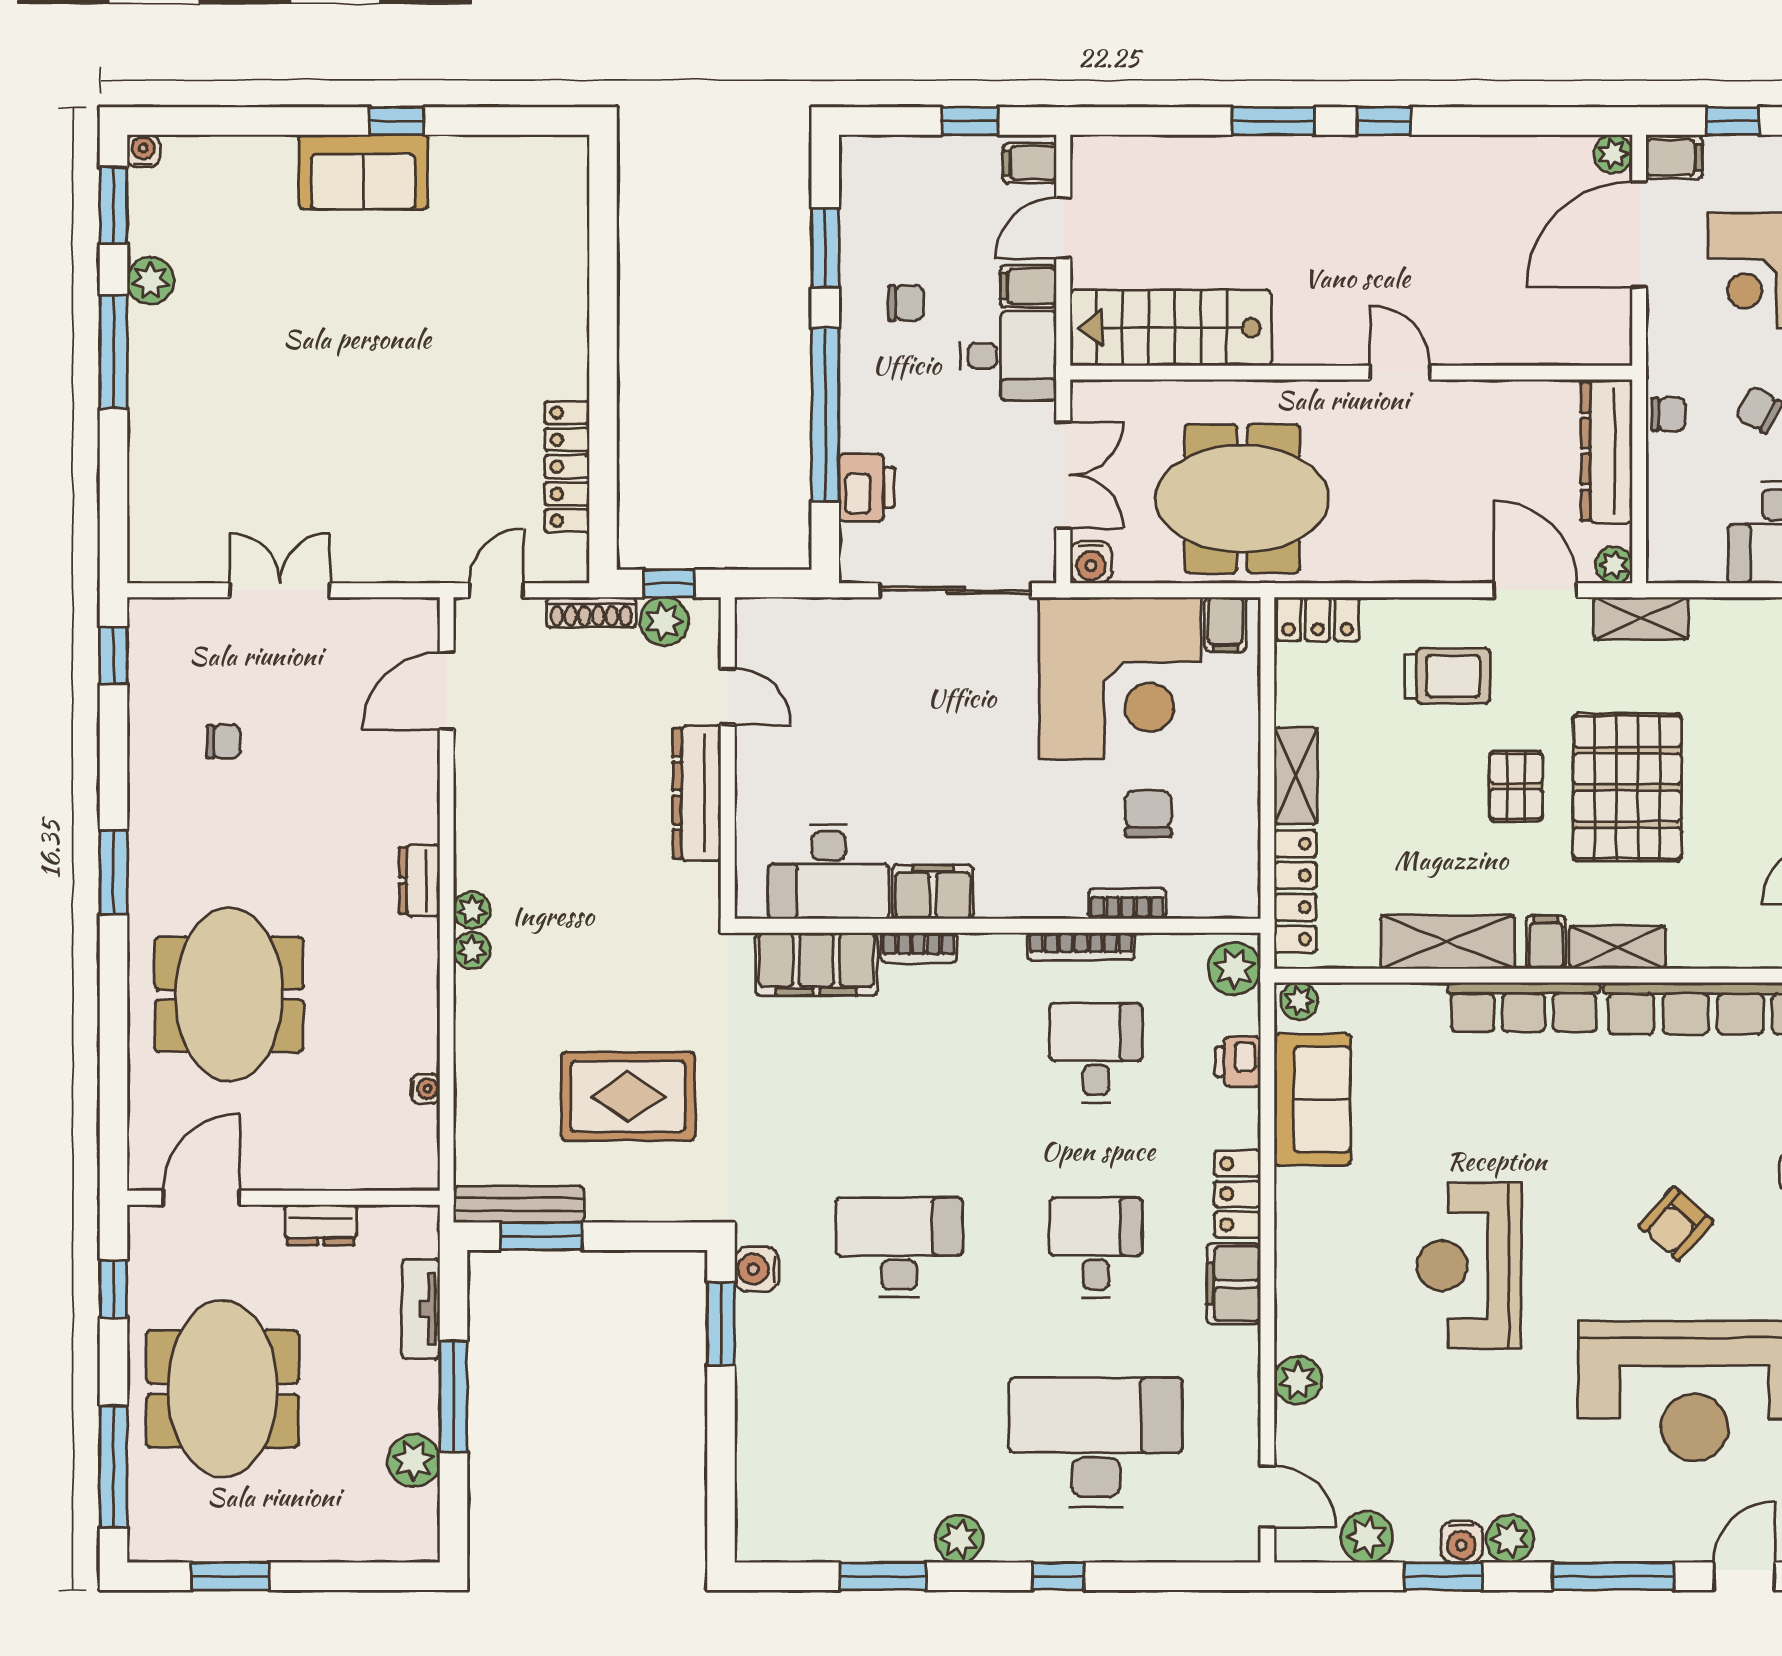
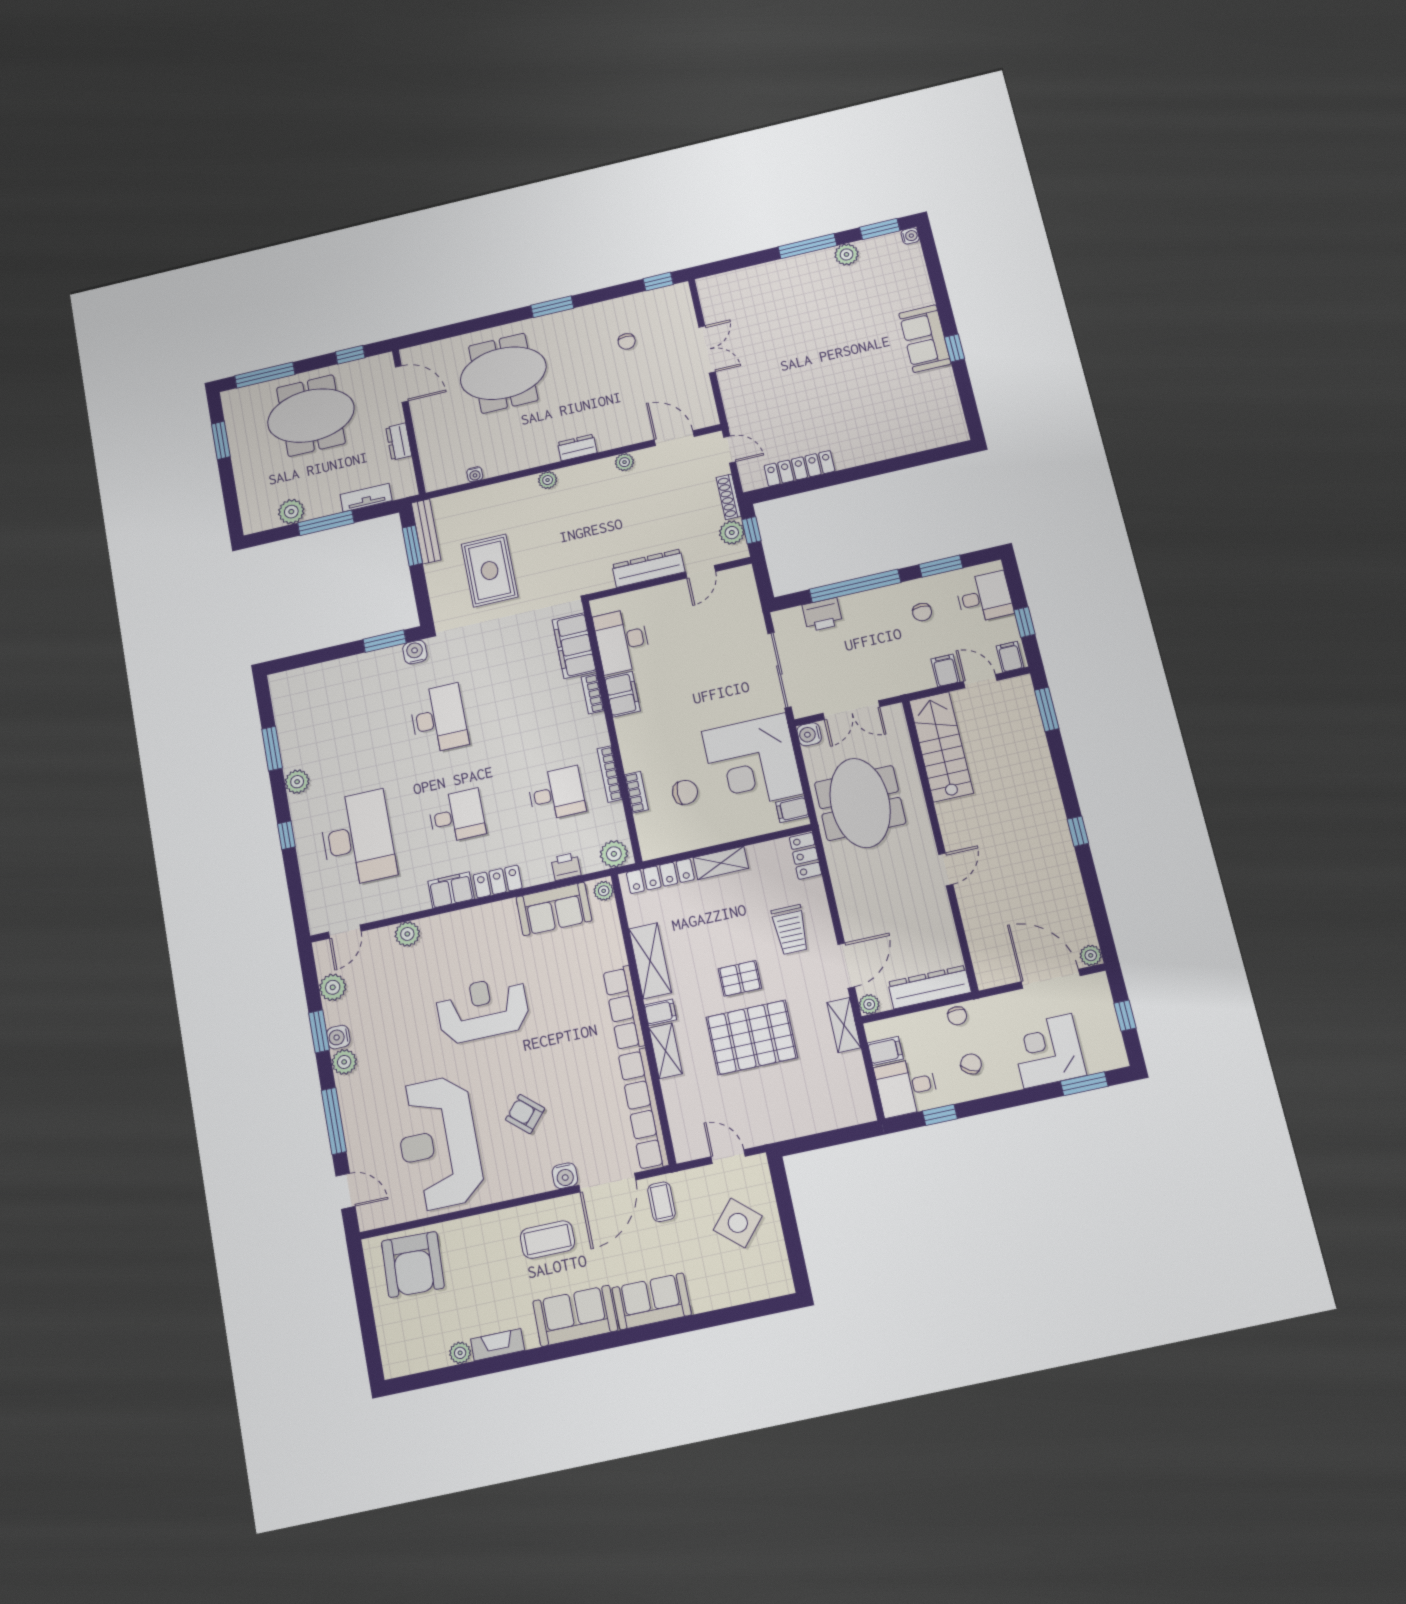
window: (1273, 121) -> (1047, 709), moved
filing cabinet: (1674, 157) -> (885, 1051), moved, turned -90
desk: (1008, 356) -> (984, 597), moved, turned -90
plant: (472, 910) -> (624, 462), moved

